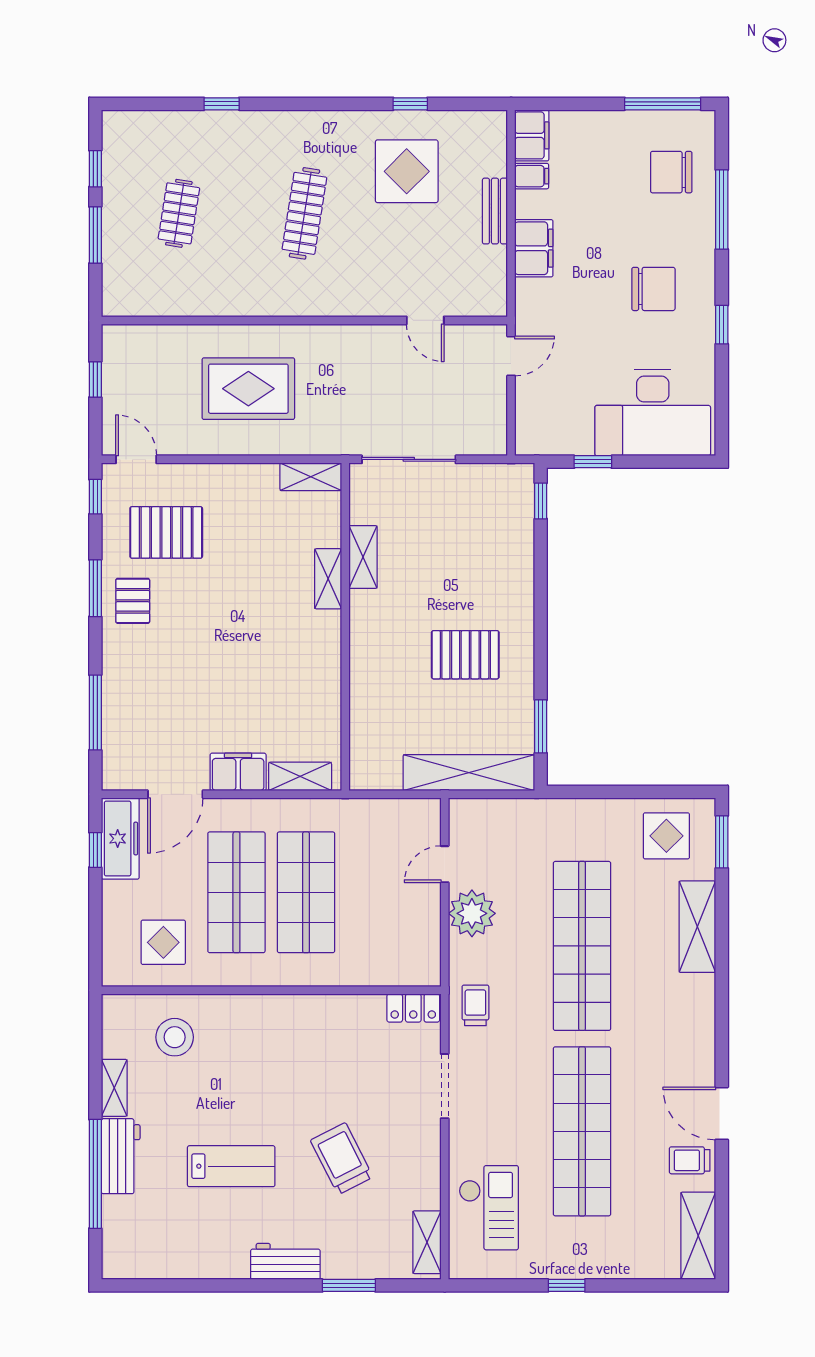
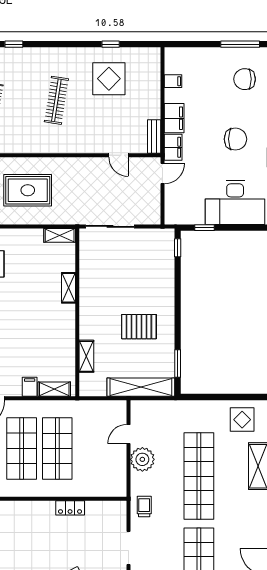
filing cabinet: (532, 135) -> (173, 147), moved
bench: (495, 211) -> (154, 137), moved
shelving: (363, 557) -> (86, 356), moved
filing cabinet: (238, 772) -> (30, 387), width x0.50
locker: (413, 1008) -> (70, 508), moved

